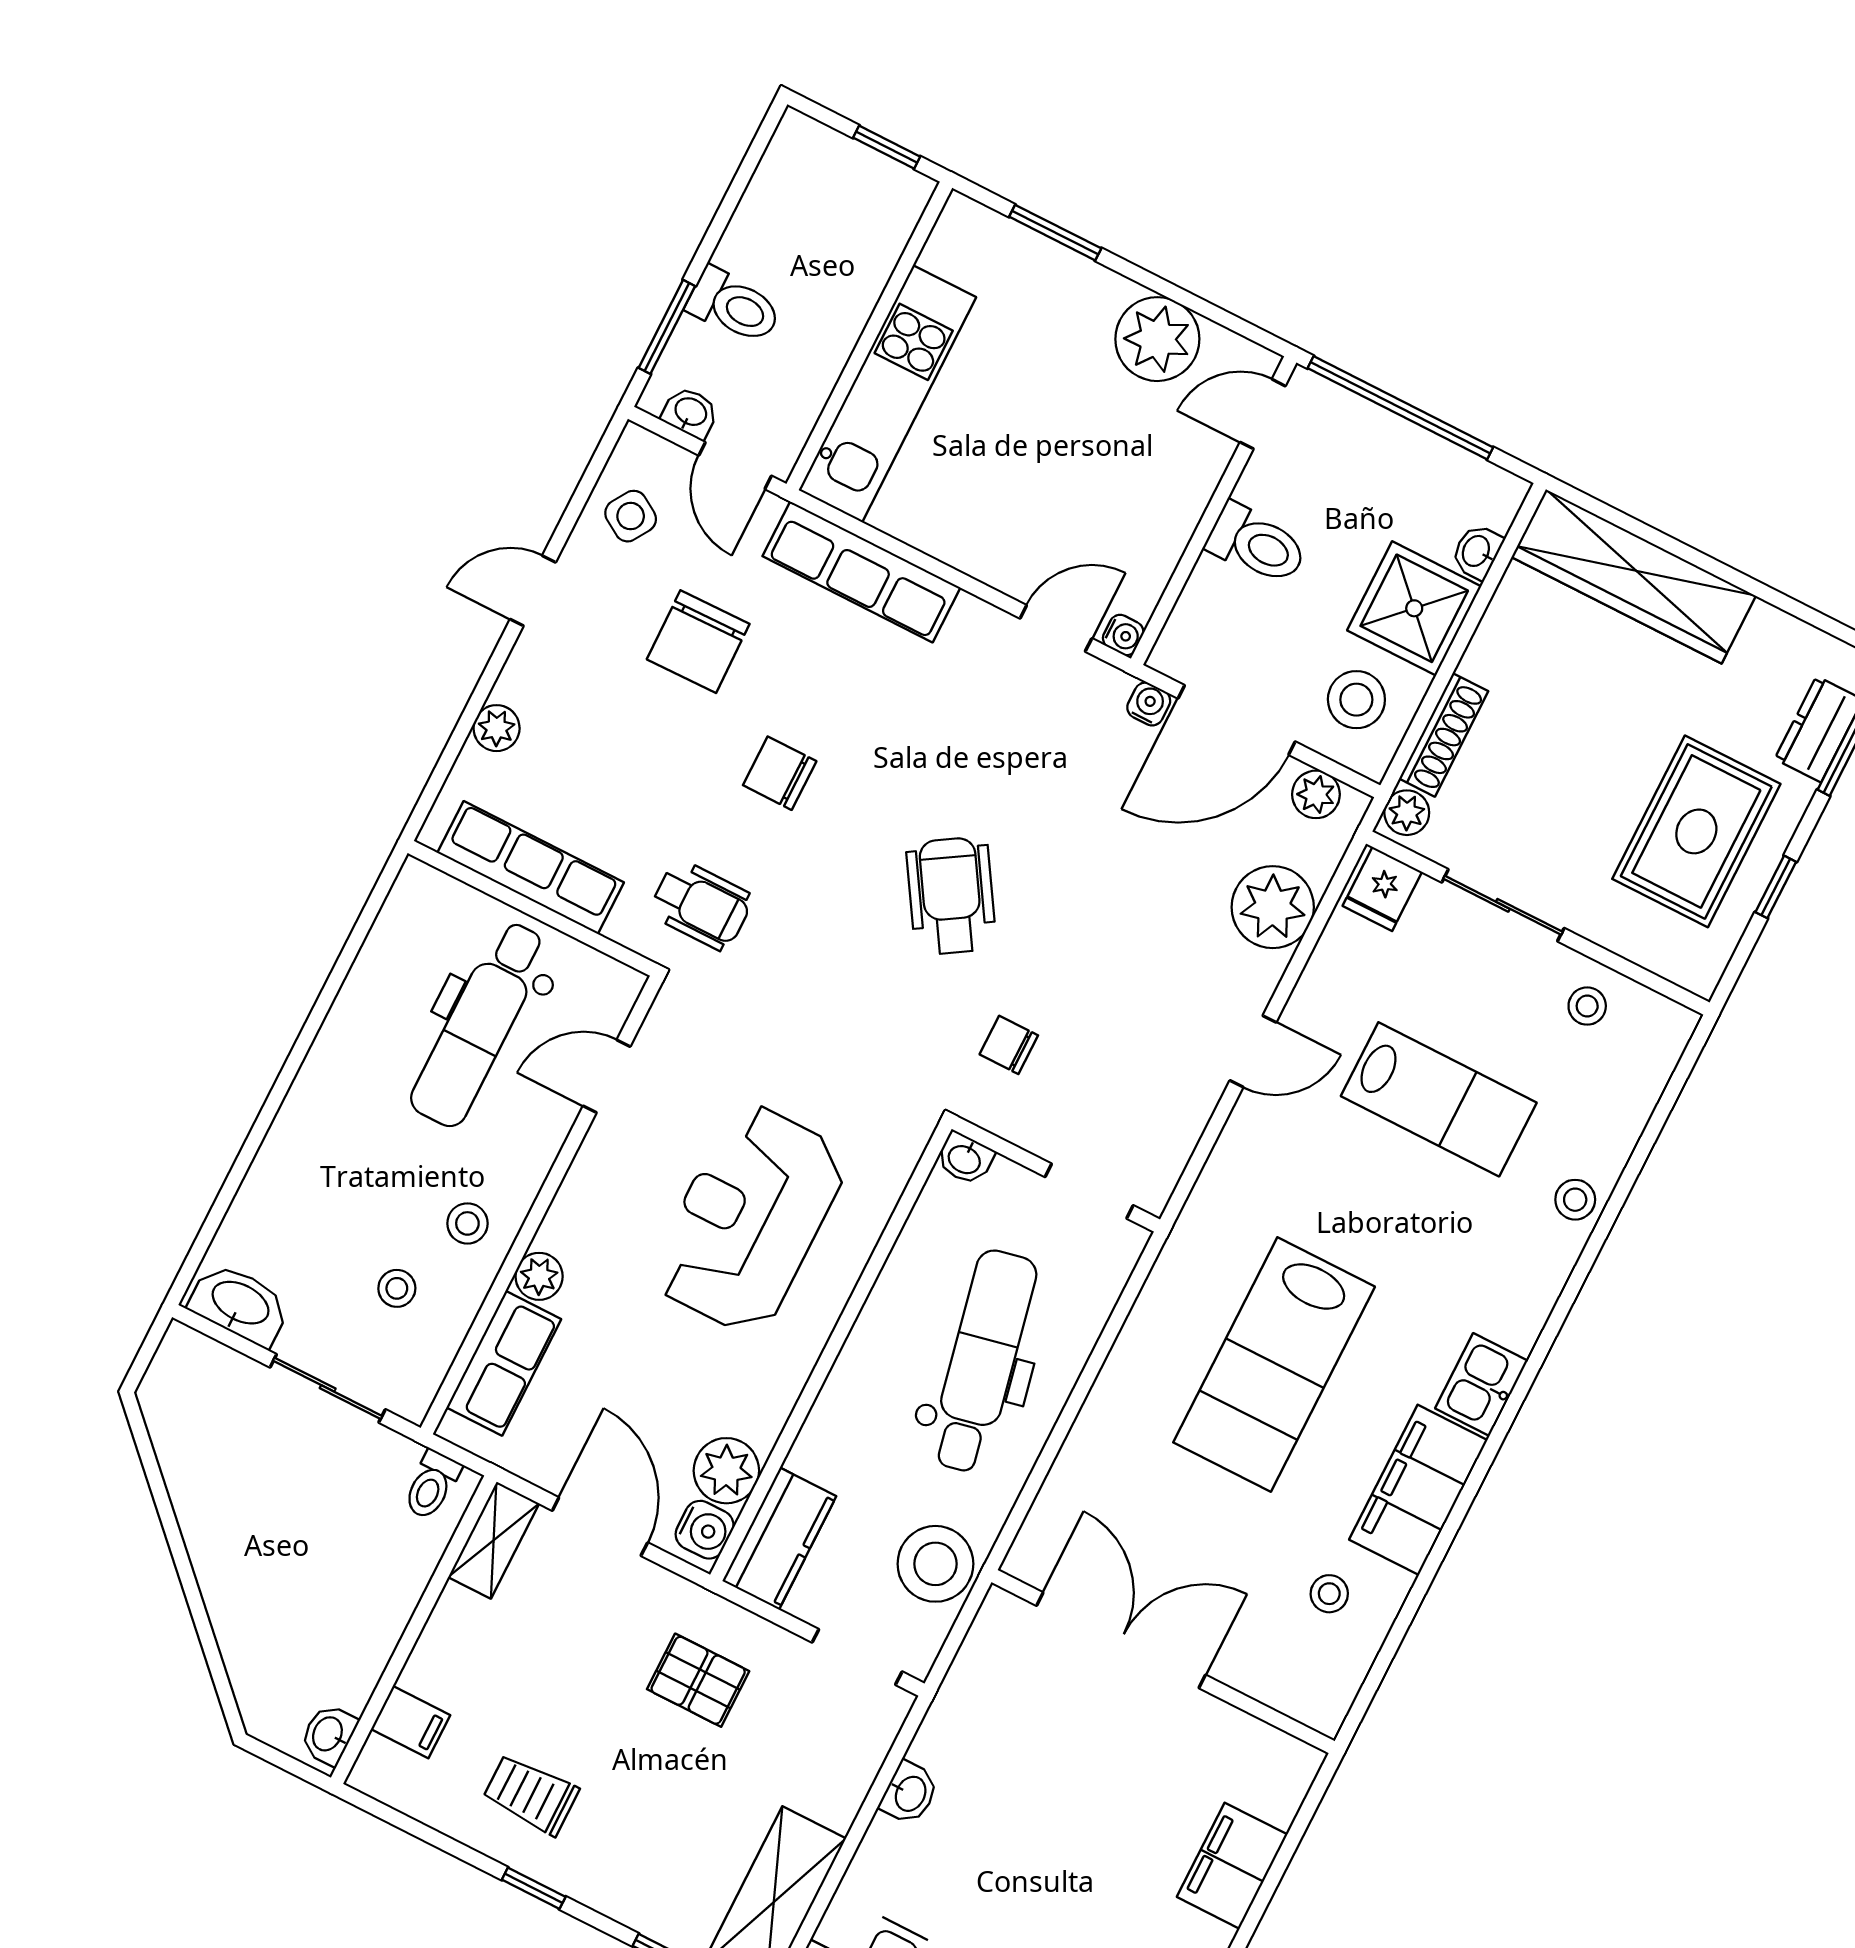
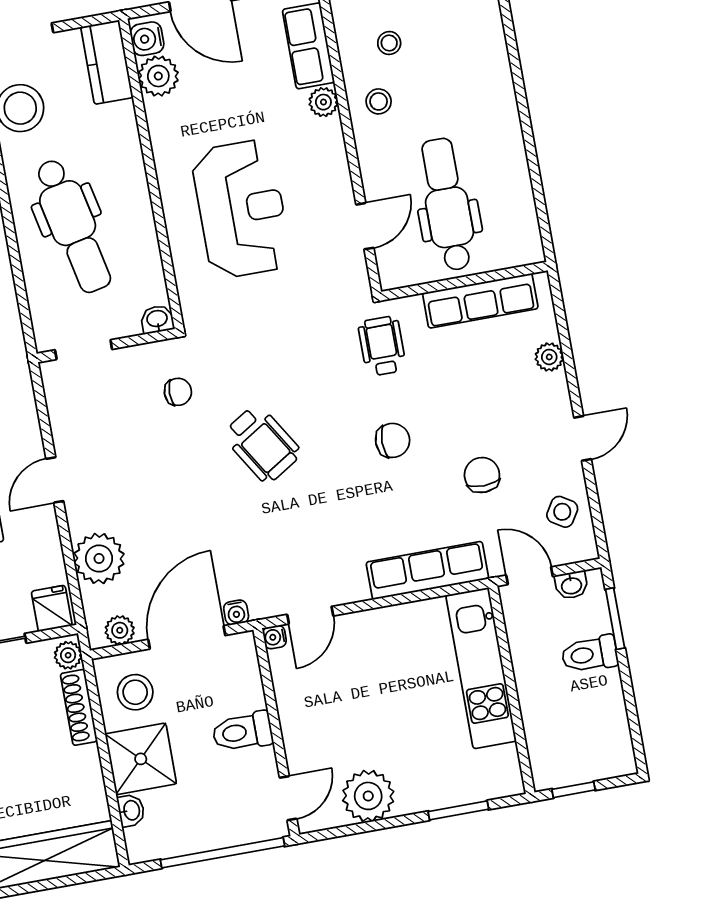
chair: (698, 642) -> (482, 475), width x0.73, depth x0.73
wheelchair: (701, 905) -> (382, 346), turned 90

